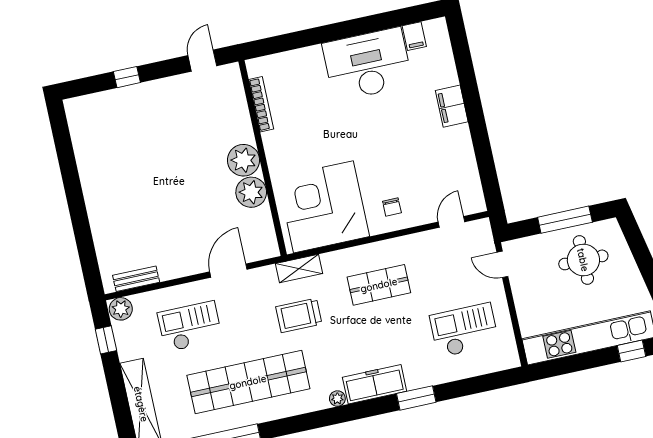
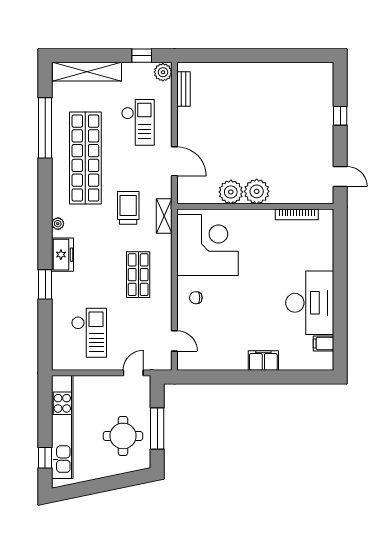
freezer: (375, 384) -> (63, 255), width x0.71

